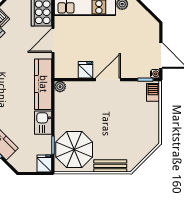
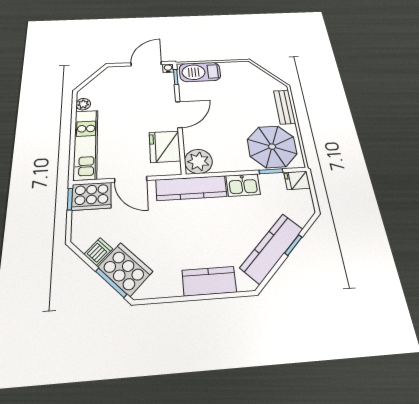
fridge: (85, 70) -> (165, 147), width x1.88, depth x1.34
door: (108, 80) -> (179, 114), swing flipped
plant: (60, 87) -> (198, 161), width x1.87, depth x1.87
barbecue: (153, 92) -> (200, 72), width x1.88, depth x1.53

